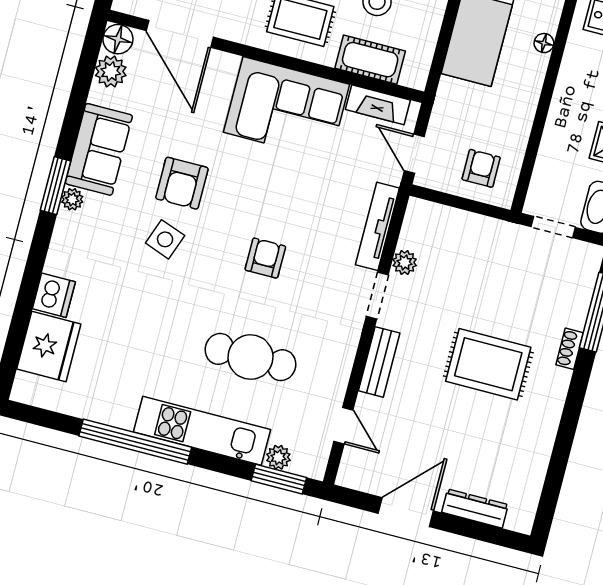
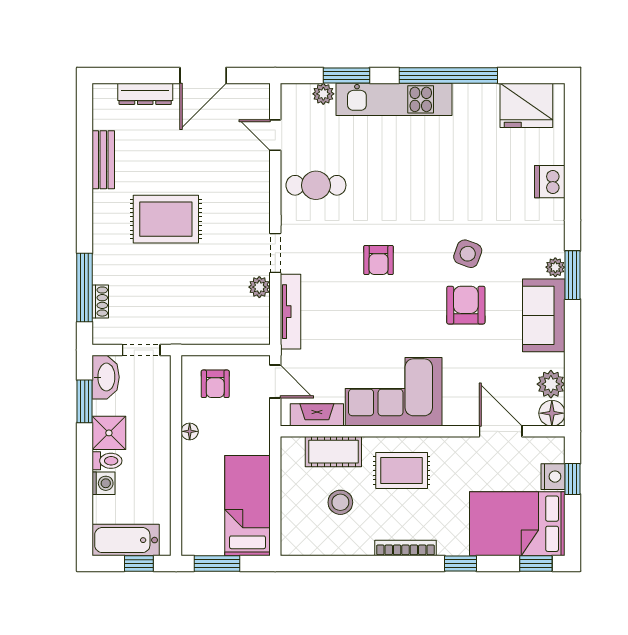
door: (180, 34) -> (501, 431), width x0.73
floor lamp: (544, 43) -> (190, 431), moved
fridge: (49, 346) -> (526, 105), moved, turned -90
shoe rack: (570, 349) -> (100, 302), moved
cafe table: (250, 357) -> (316, 185), moved, width x0.73, depth x0.74
bench: (379, 362) -> (103, 160), moved
window: (279, 479) -> (346, 75), moved

